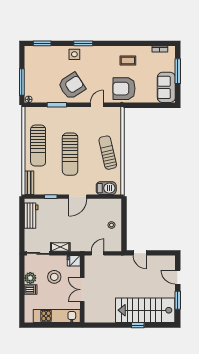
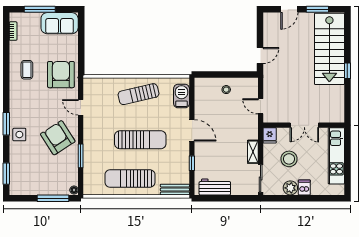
armchair: (124, 89) -> (61, 75), turned 180
sun lounger: (38, 146) -> (130, 178), turned 180
window: (138, 325) -> (347, 71), moved

